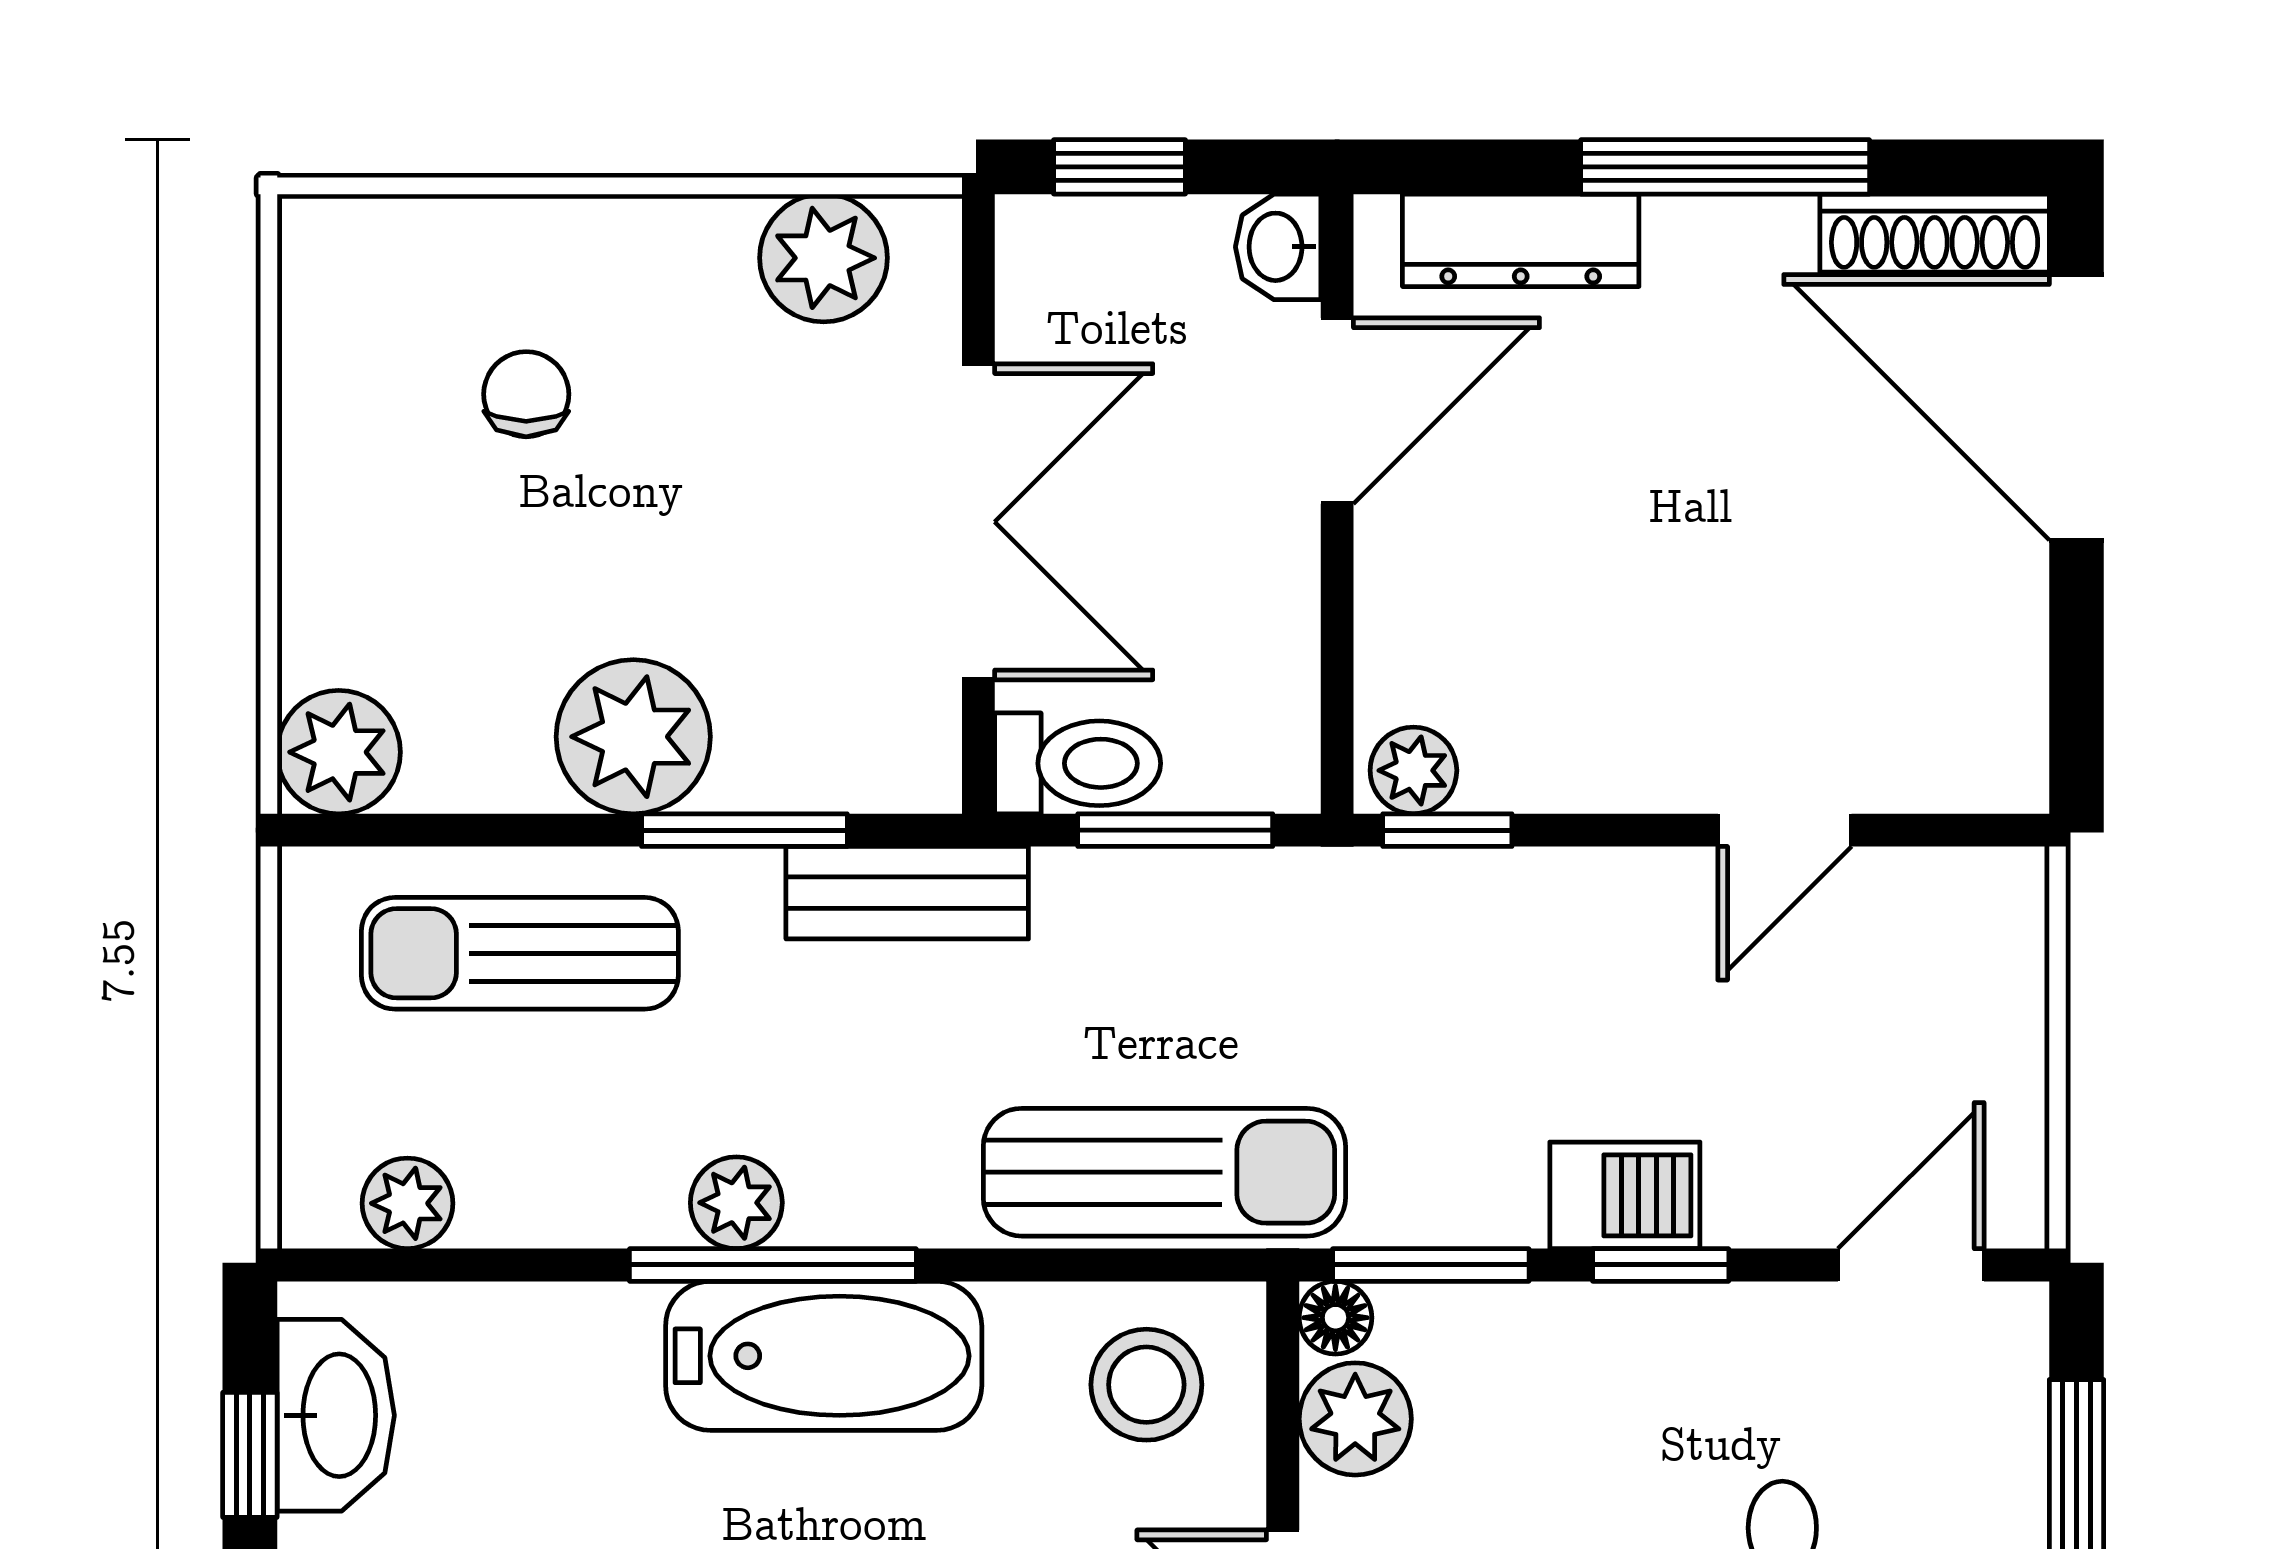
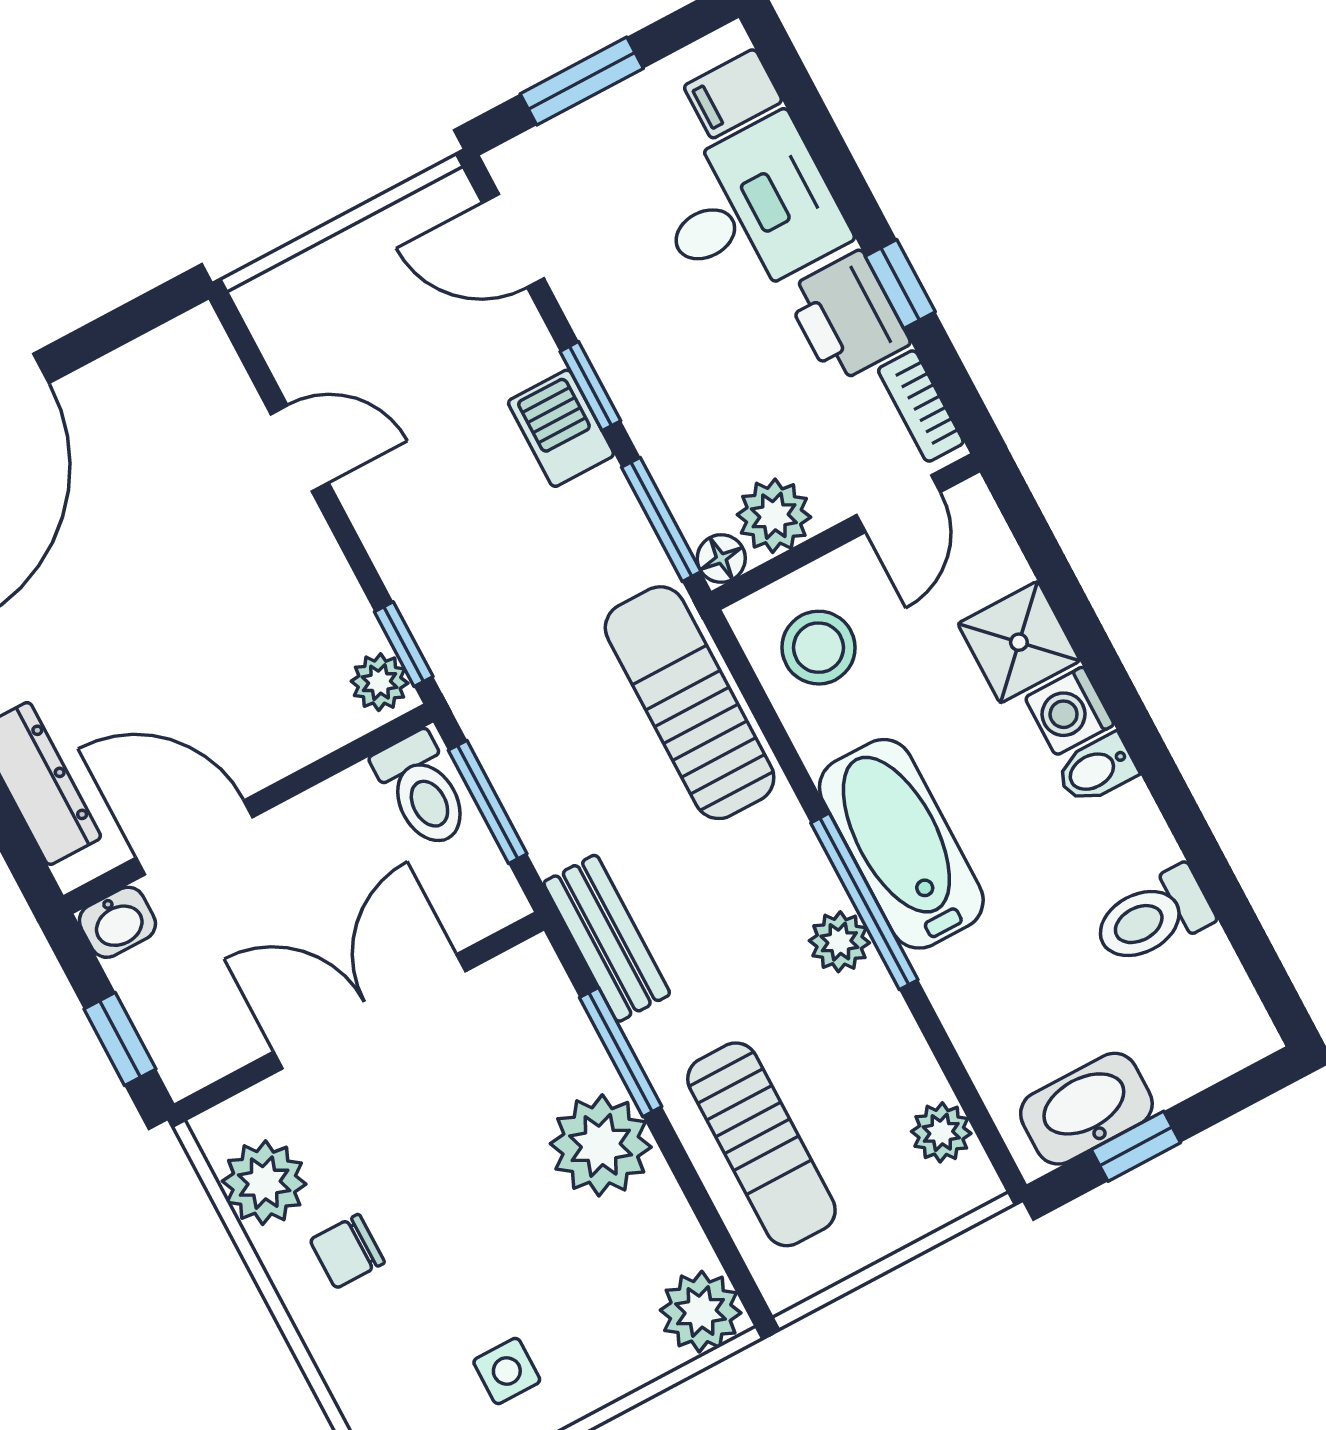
chair: (526, 394) -> (347, 1251), moved
side table: (397, 449) -> (507, 1371), added
toilet: (1078, 763) -> (422, 790), moved, turned 180

